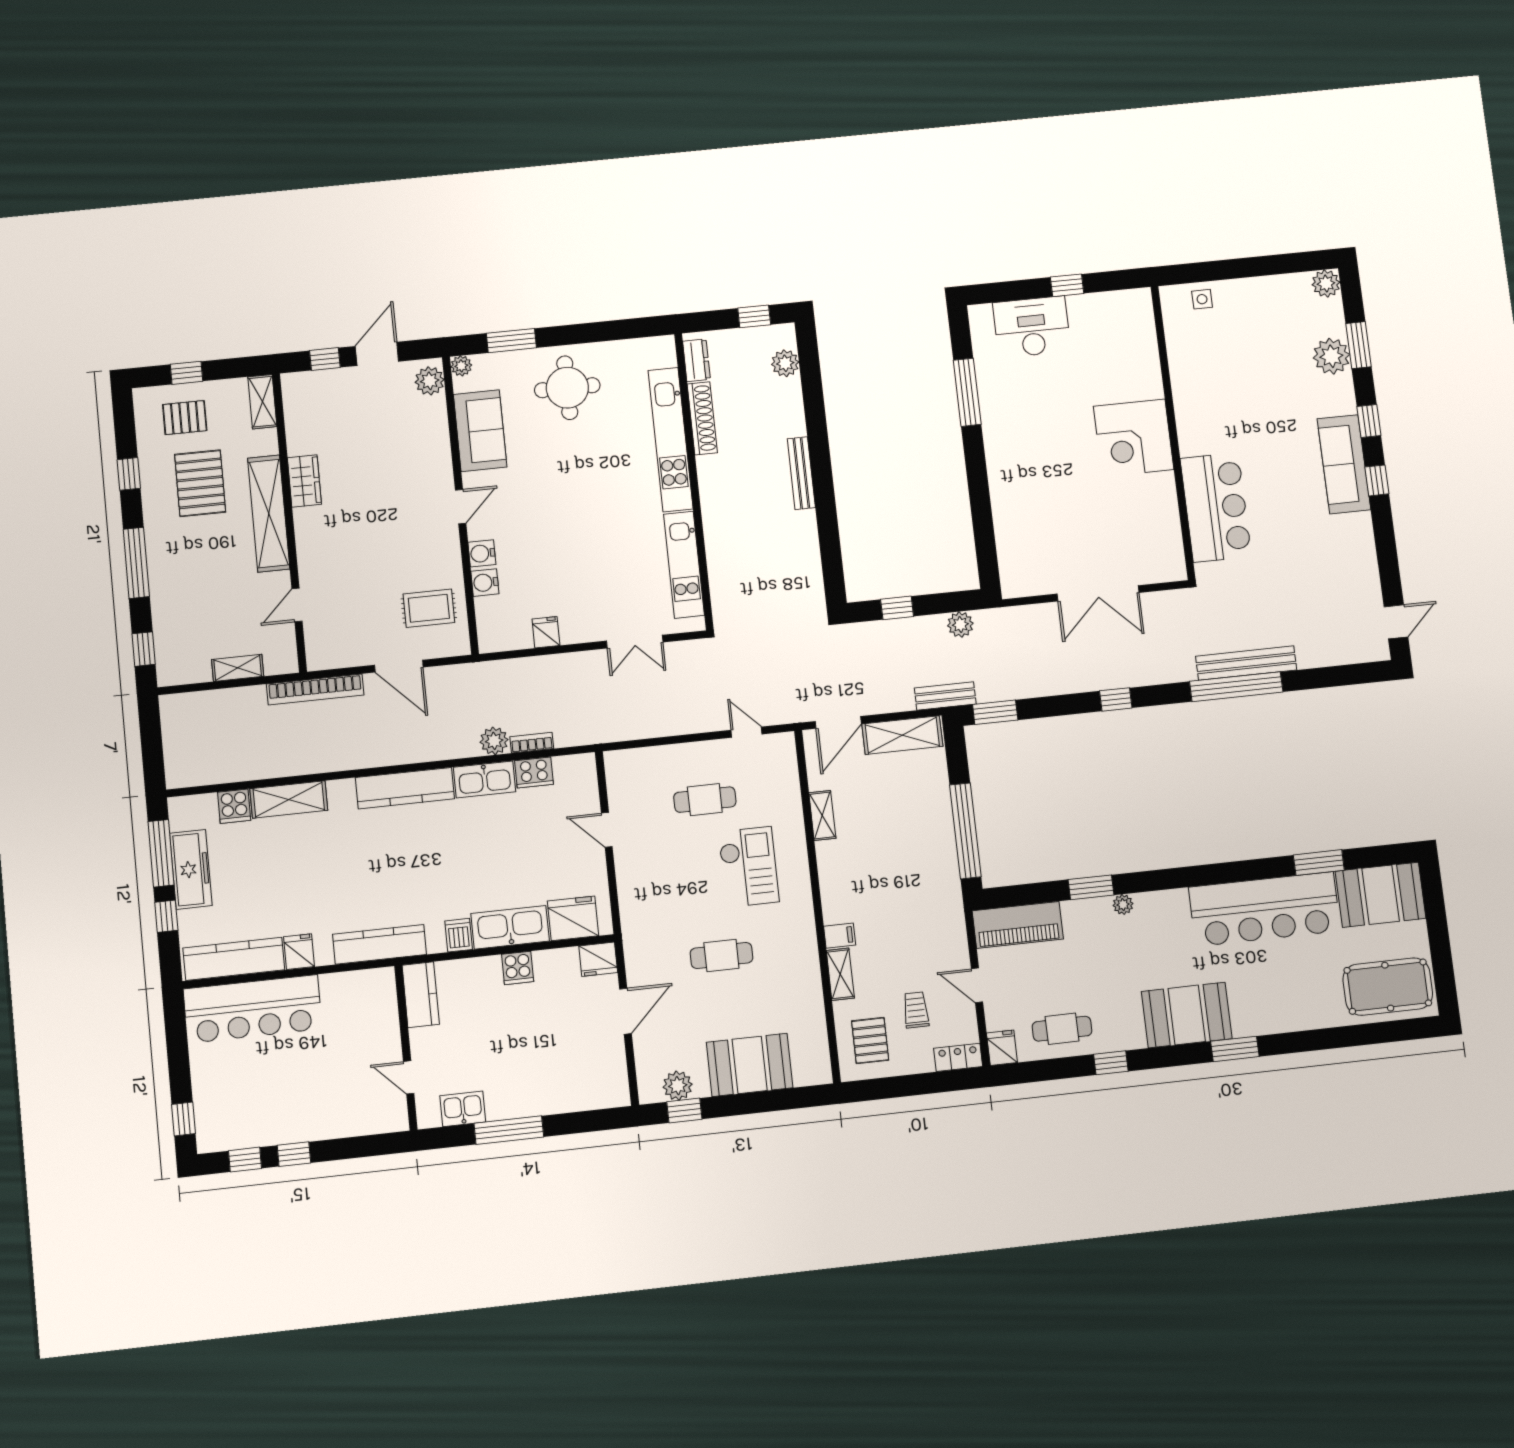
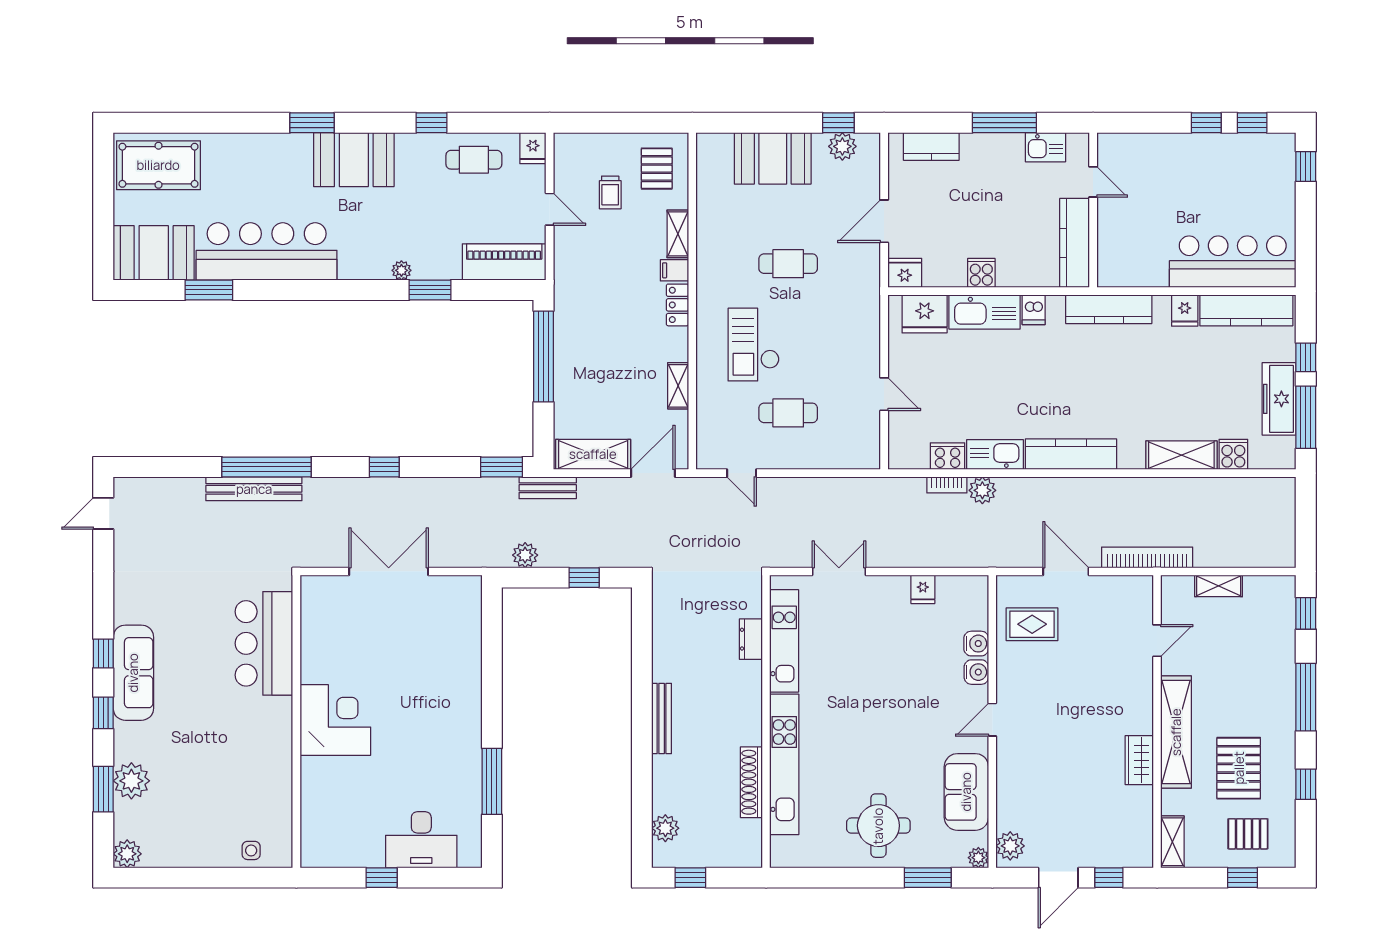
dresser: (696, 360) -> (751, 639), moved
kitchen counter: (421, 995) -> (1075, 243), width x1.50
locker: (958, 1057) -> (677, 305), moved, turned 90
kitchen counter: (584, 1096) -> (931, 146), added

